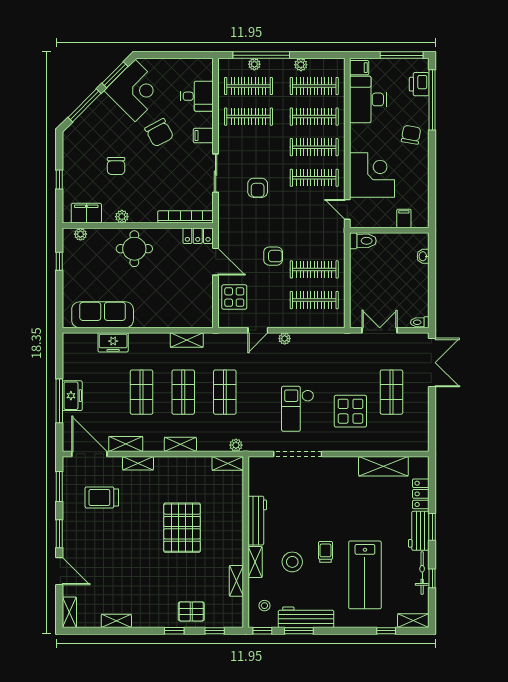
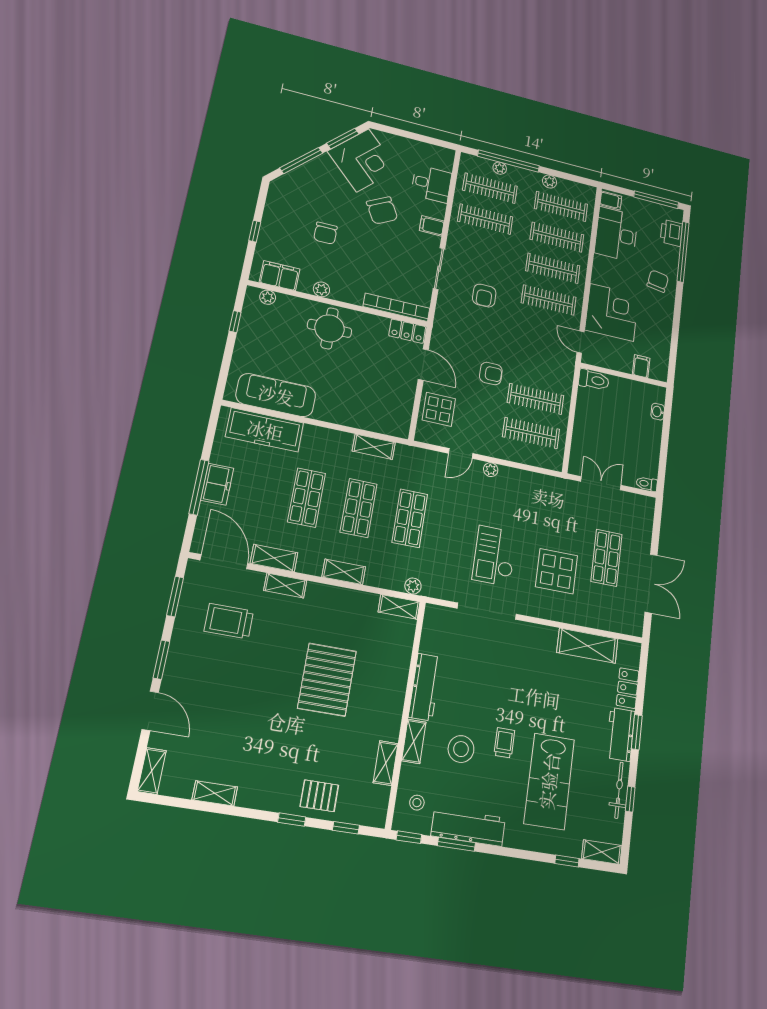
freezer: (113, 342) -> (265, 430), width x1.91, depth x1.26
double door: (432, 363) -> (651, 583), moved

